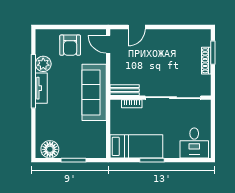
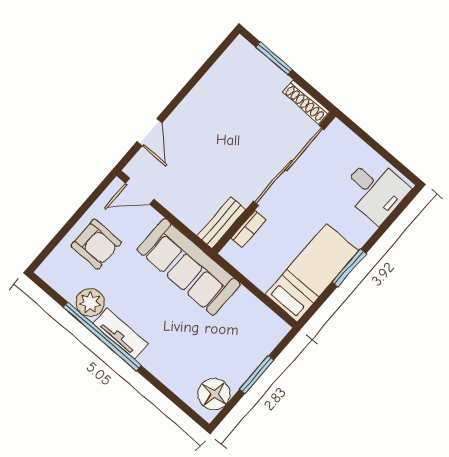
shoe rack: (206, 61) -> (306, 102), moved

